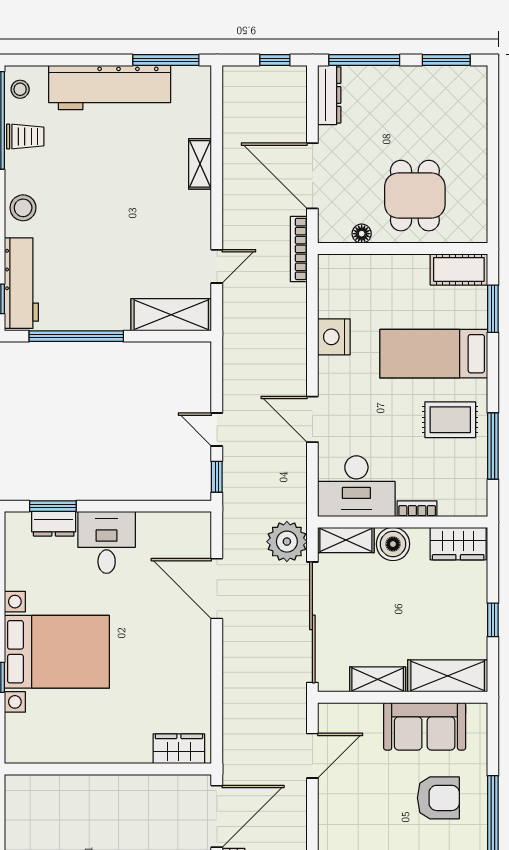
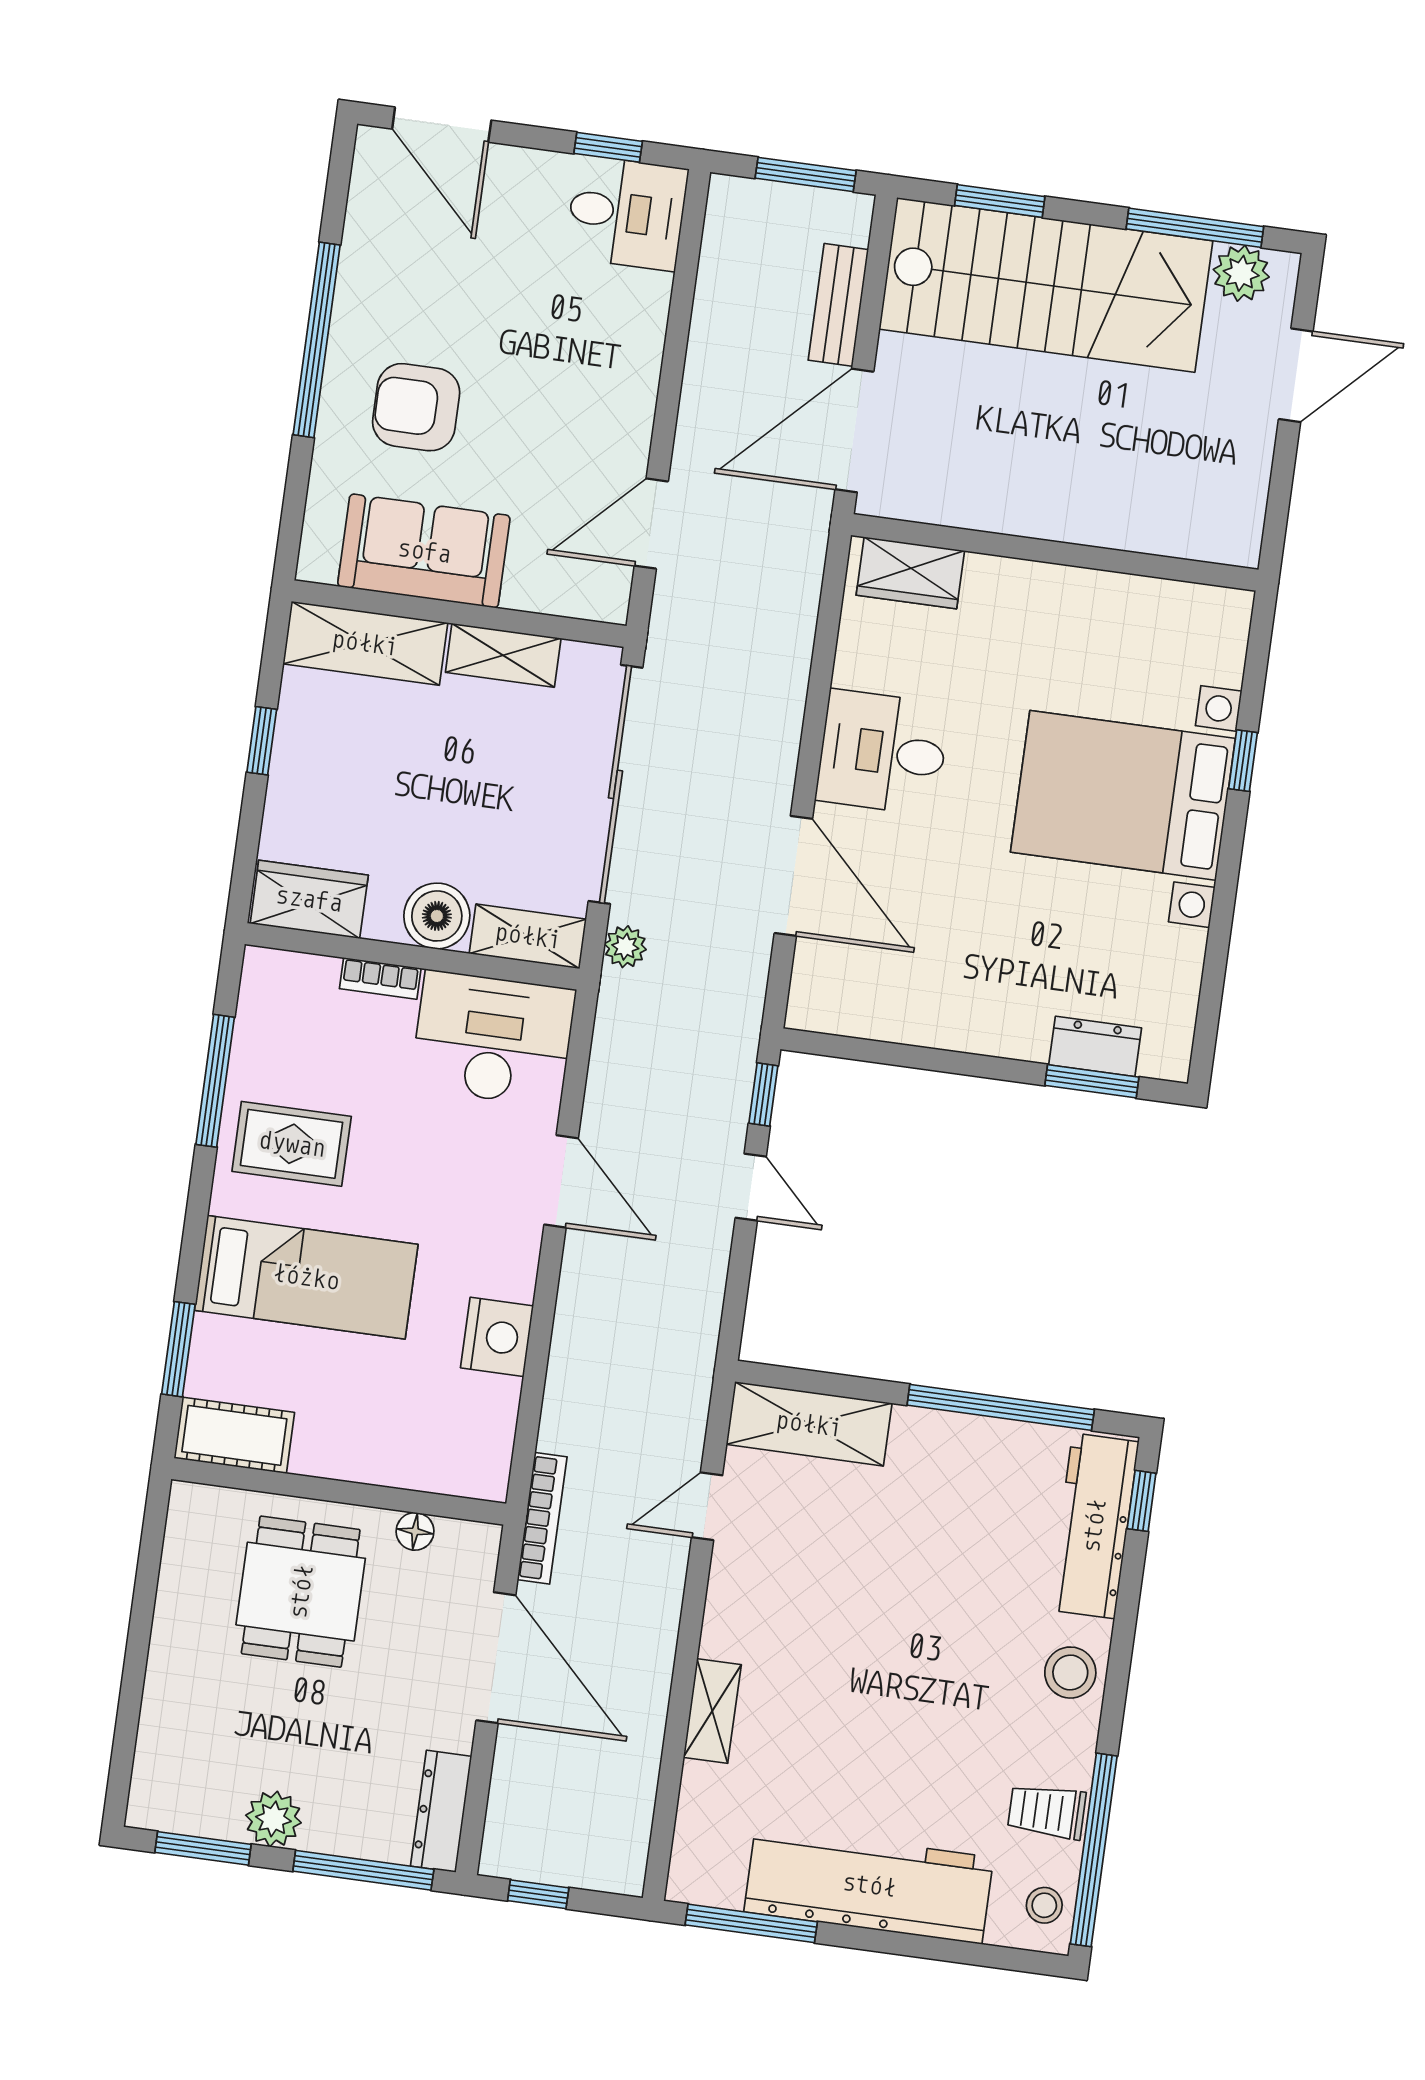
plant: (413, 80) -> (273, 1819), added
desk: (107, 542) -> (883, 752), moved, turned 90
plant: (287, 542) -> (625, 947), width x0.53, depth x0.53

